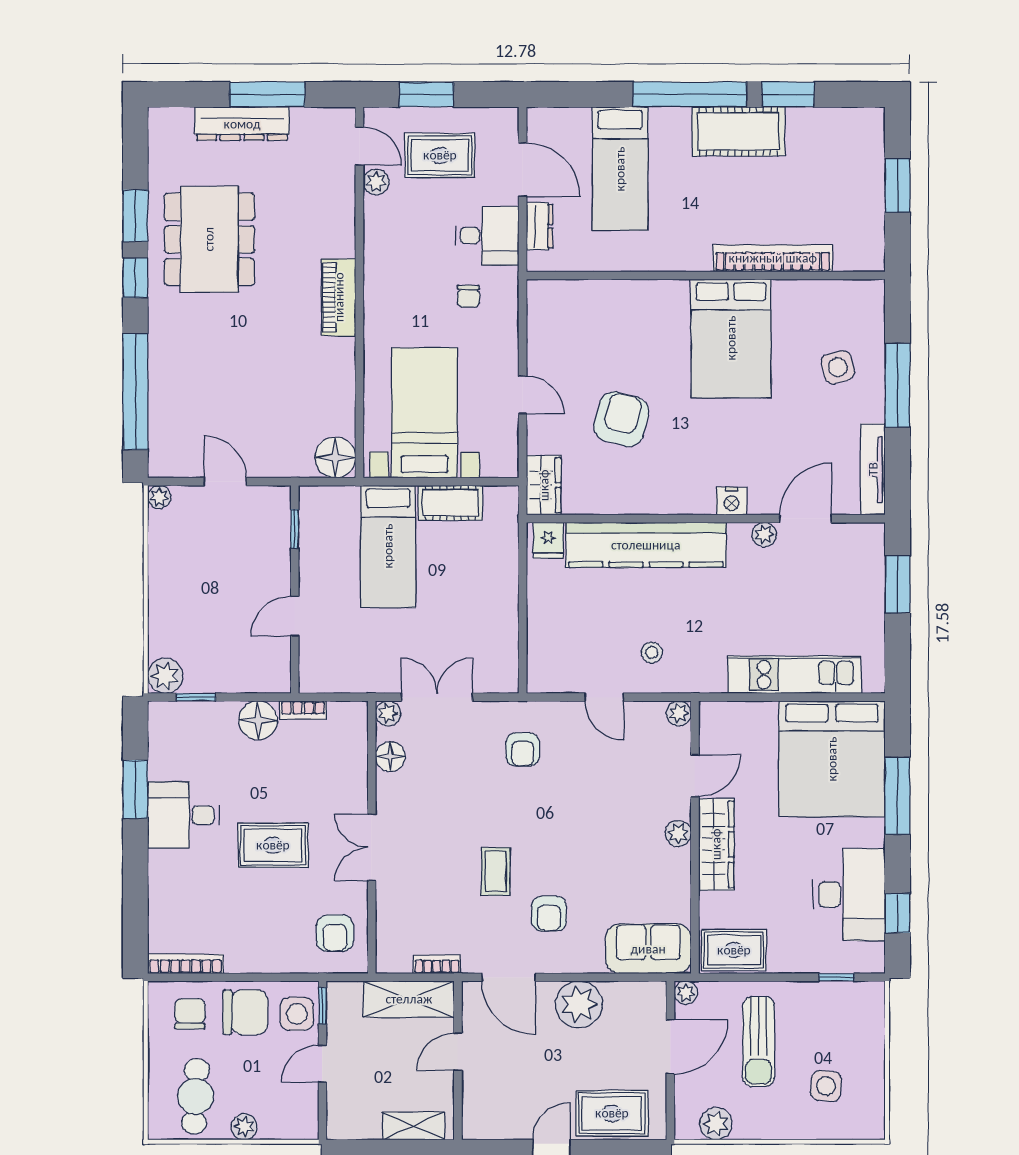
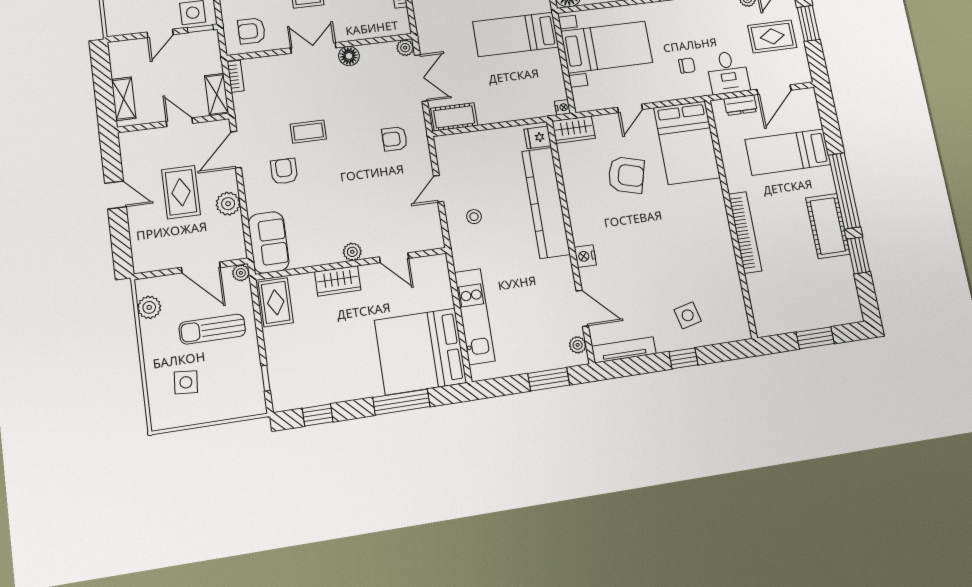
rug: (440, 155) -> (772, 36), turned 90
bookcase: (773, 258) -> (745, 232), moved
chair: (468, 296) -> (687, 66), turned 180
bed: (731, 338) -> (687, 143), moved, turned -90
window: (897, 385) -> (683, 358), width x0.46
nightstand: (508, 496) -> (563, 107), added
cot: (450, 503) -> (454, 117), moved, turned 90
plant: (764, 535) -> (578, 345), moved
plant: (679, 713) -> (435, 241), removed
floor lamp: (390, 757) -> (349, 56), moved
wardrobe: (716, 844) -> (338, 281), width x0.67
desk: (849, 895) -> (326, 378), removed
armchair: (549, 914) -> (284, 171), turned 90
bookcase: (437, 964) -> (236, 76), moved
shelving: (409, 999) -> (217, 95), width x0.67, depth x0.75
plant: (579, 1004) -> (228, 204), width x0.73, depth x0.73
door: (322, 1064) -> (160, 33), swing flipped
rug: (612, 1113) -> (181, 192), moved

